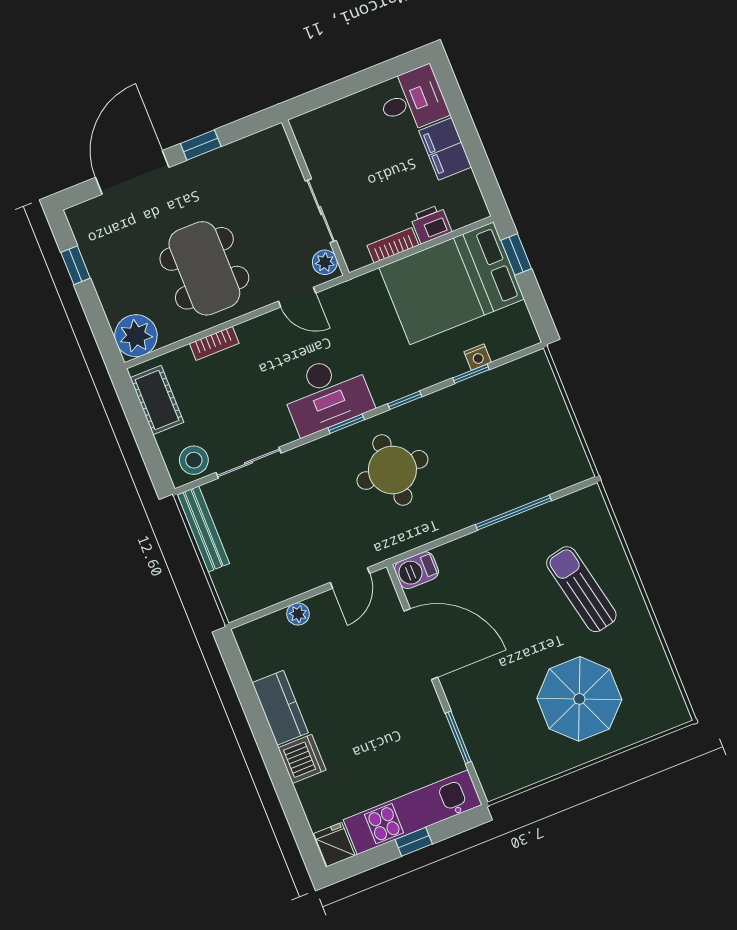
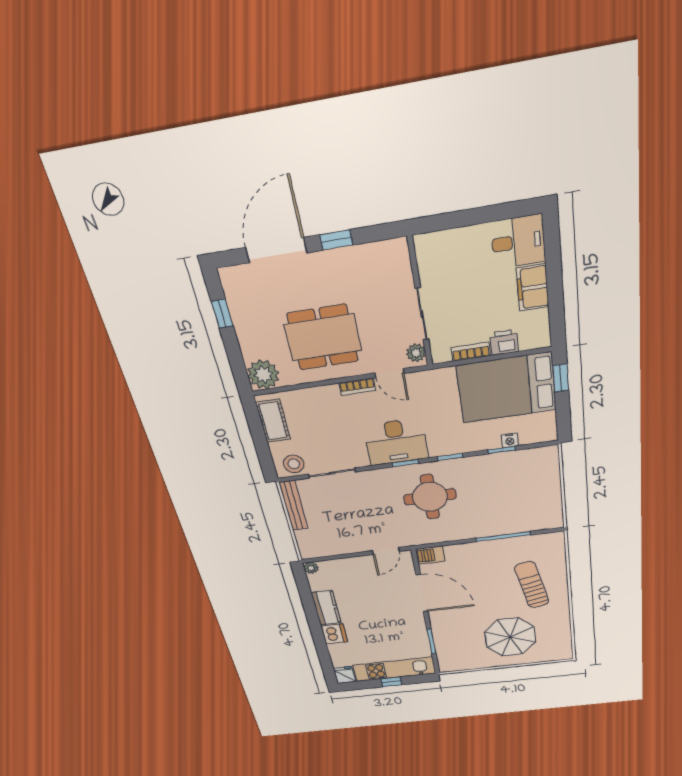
dining table: (204, 268) -> (323, 337), turned 90
bookcase: (214, 343) -> (357, 387), moved
plant: (298, 614) -> (311, 568), moved

